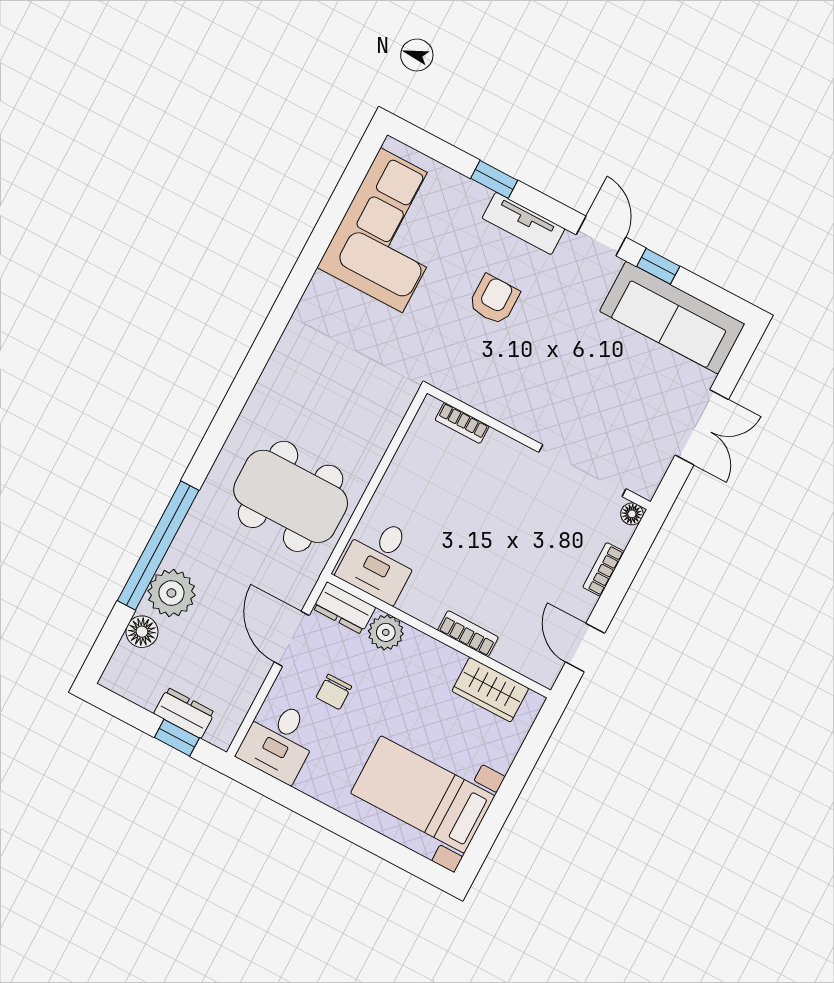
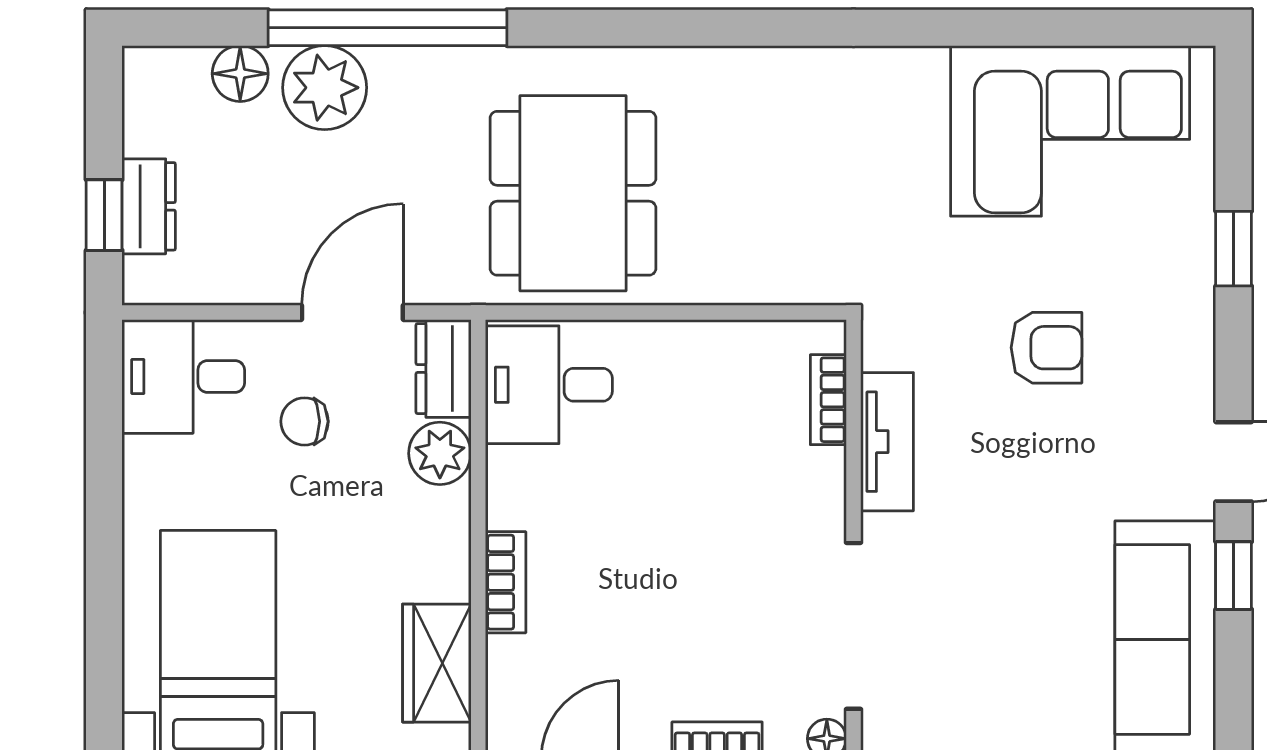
tv unit: (524, 223) -> (887, 442), moved, turned 180

